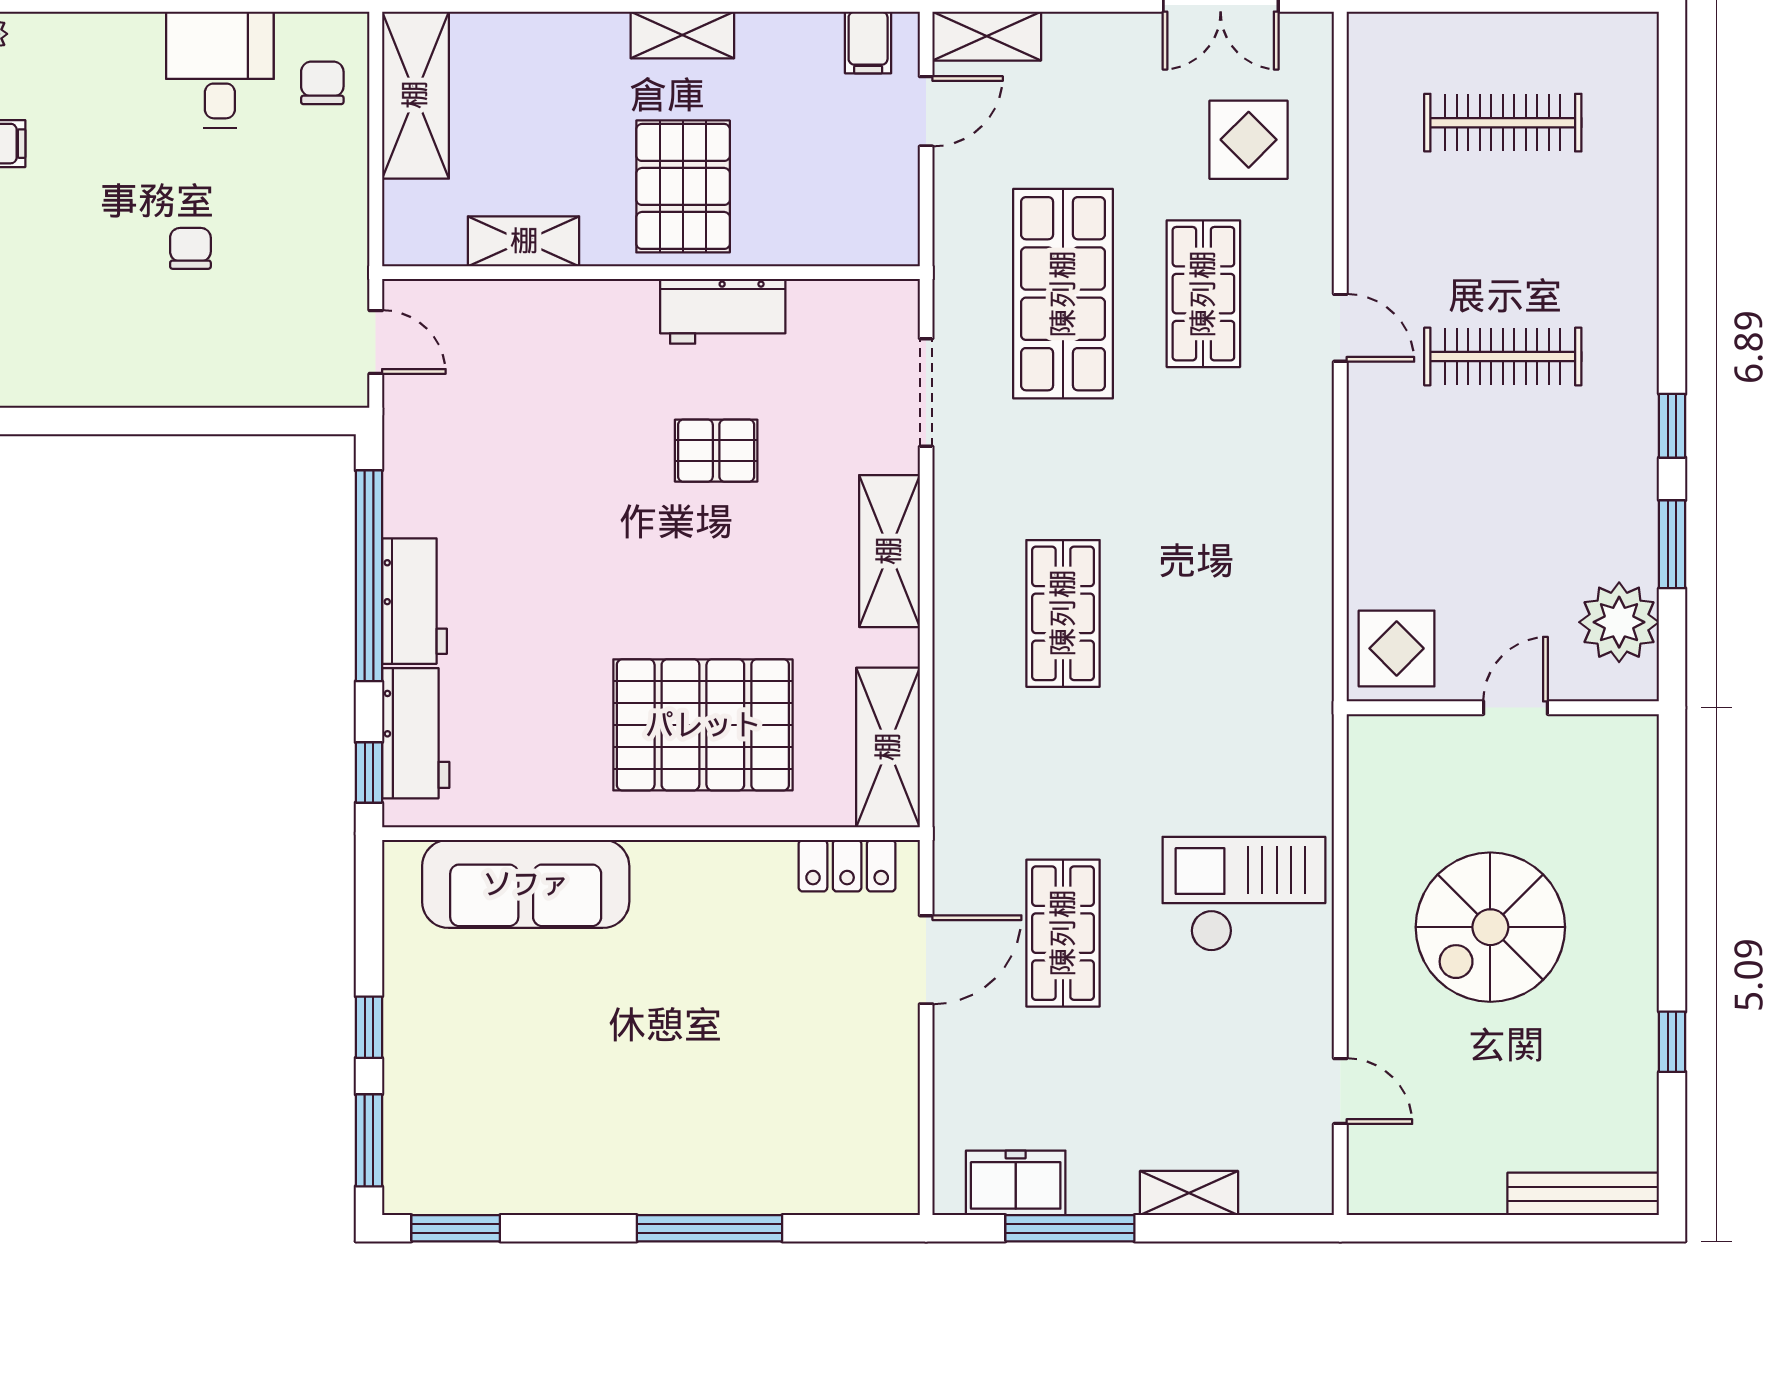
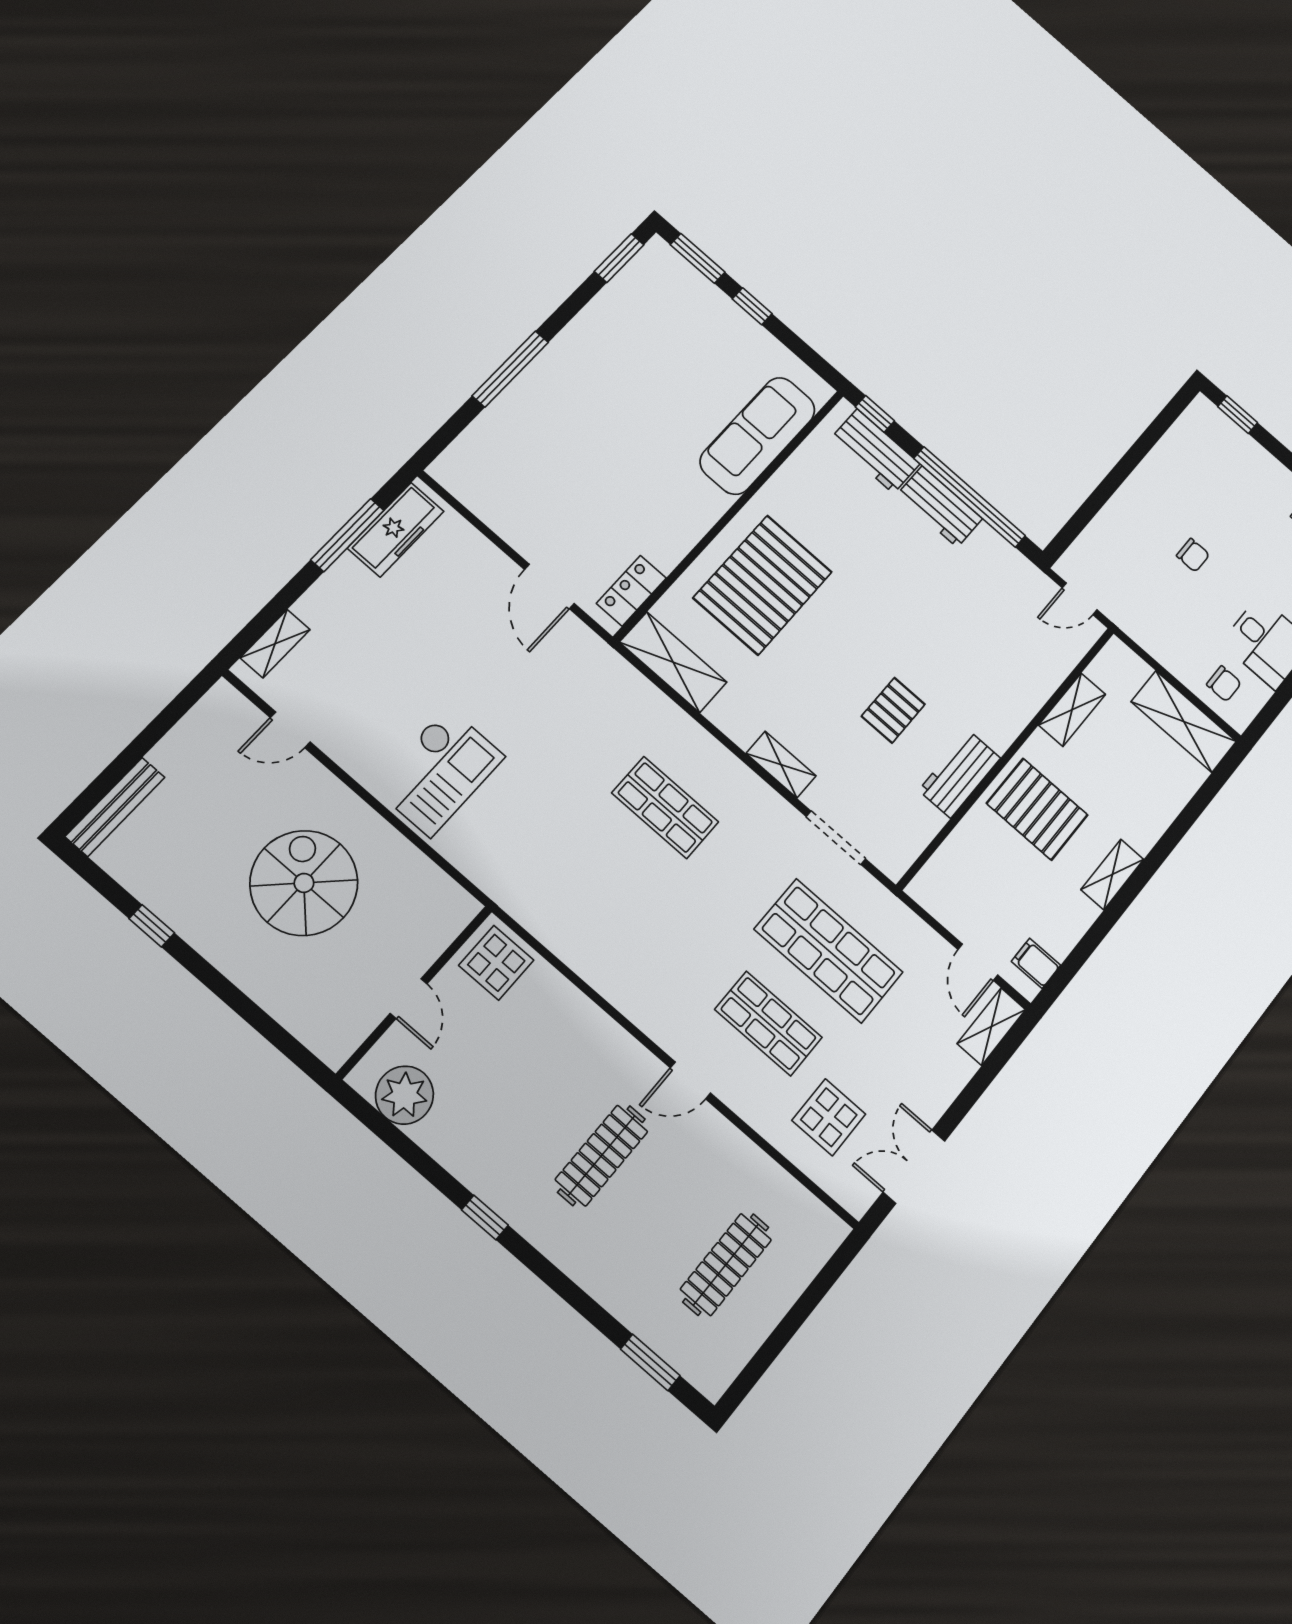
window: (1672, 544) -> (650, 1362), moved
shelving: (889, 551) -> (781, 765), width x0.67, depth x0.75
shop shelf: (1063, 933) -> (502, 664), removed
freezer: (1016, 1183) -> (396, 530), width x1.40
shelving: (1189, 1193) -> (275, 644), moved

